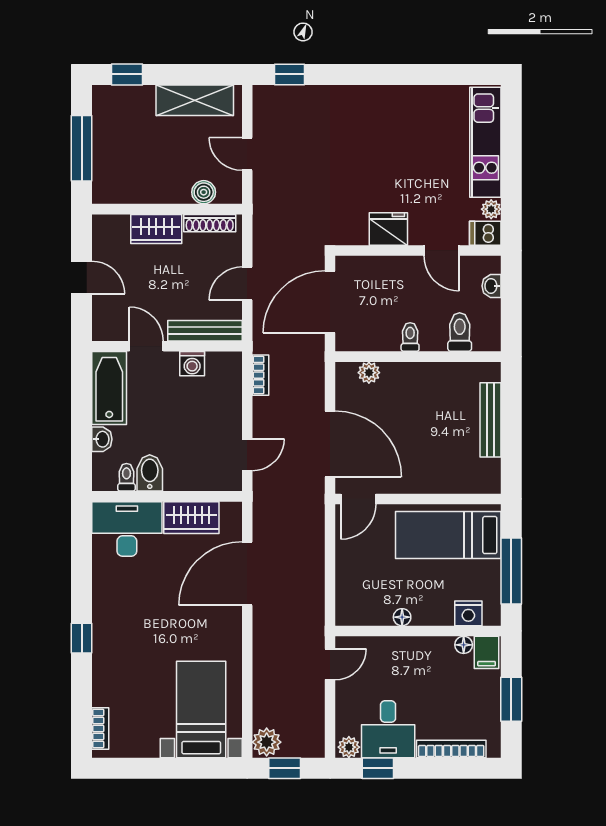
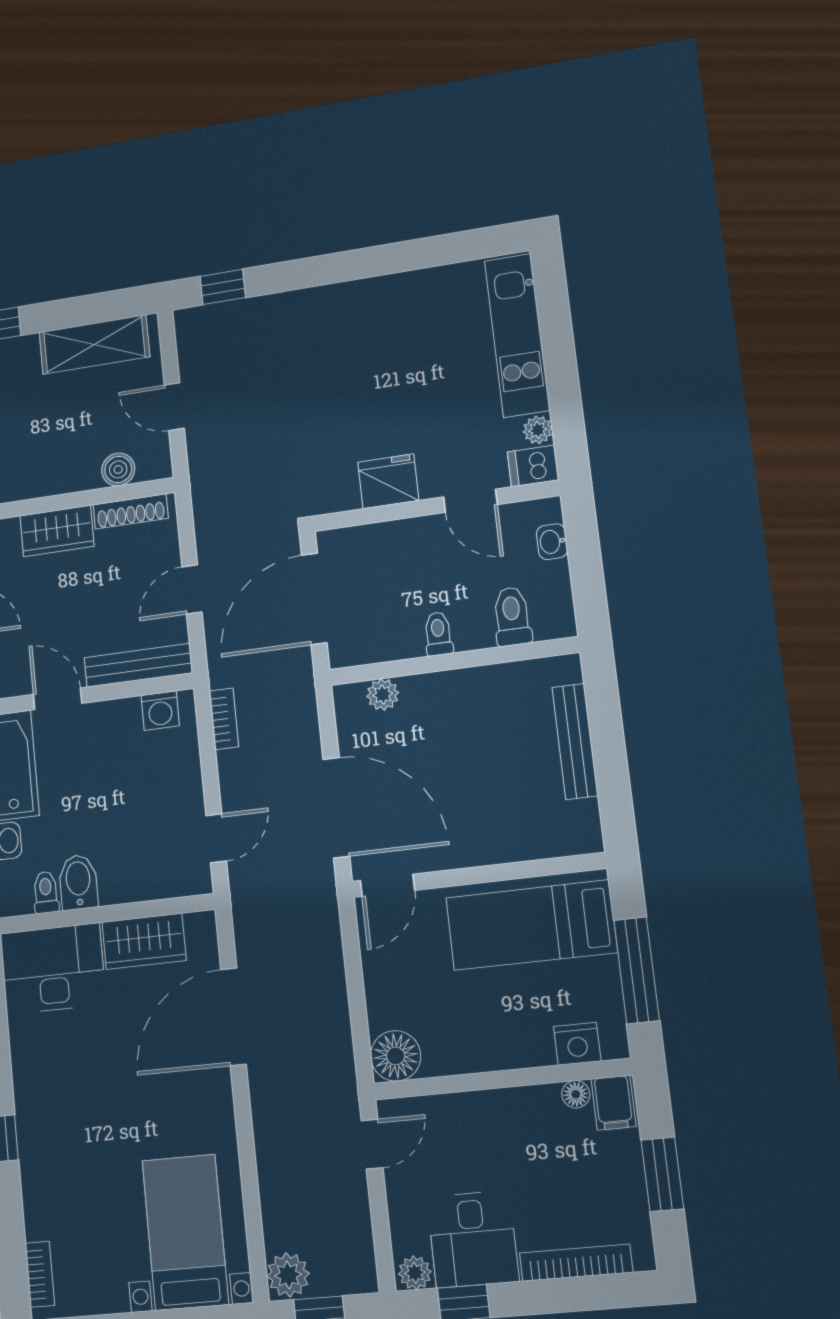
washing machine: (192, 364) -> (160, 711), moved
floor lamp: (402, 617) -> (396, 1056), moved, width x1.89, depth x1.89

